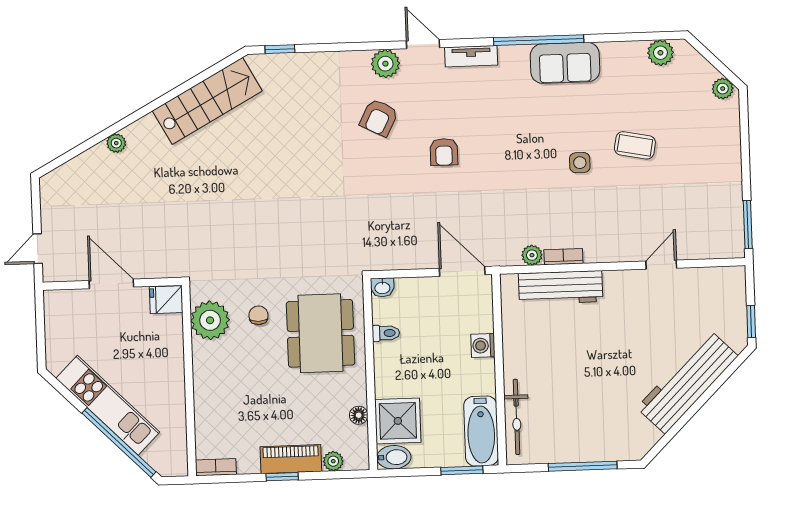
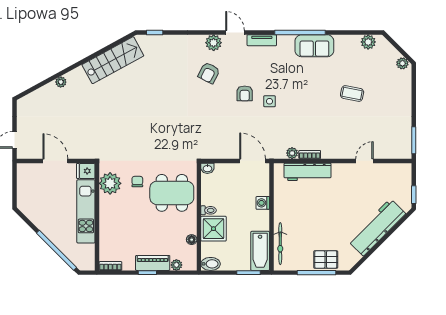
side table: (580, 163) -> (269, 101), moved
dining table: (321, 333) -> (172, 193), turned 90
toilet: (386, 333) -> (209, 210), moved
kitchen unit: (108, 405) -> (86, 211), moved, turned -135
shower: (398, 421) -> (214, 229), moved
pallet: (598, 442) -> (326, 260), added

